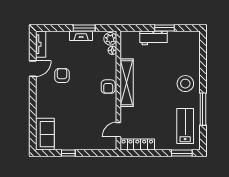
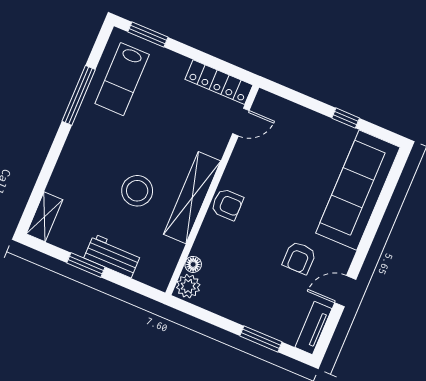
window: (84, 28) -> (261, 339), moved
fireplace: (81, 36) -> (237, 313), removed
shelving: (195, 43) -> (45, 217), added
stool: (185, 84) -> (137, 191), moved
armchair: (108, 87) -> (227, 204), turned 90
sofa: (45, 134) -> (358, 190), width x1.85, depth x1.27

